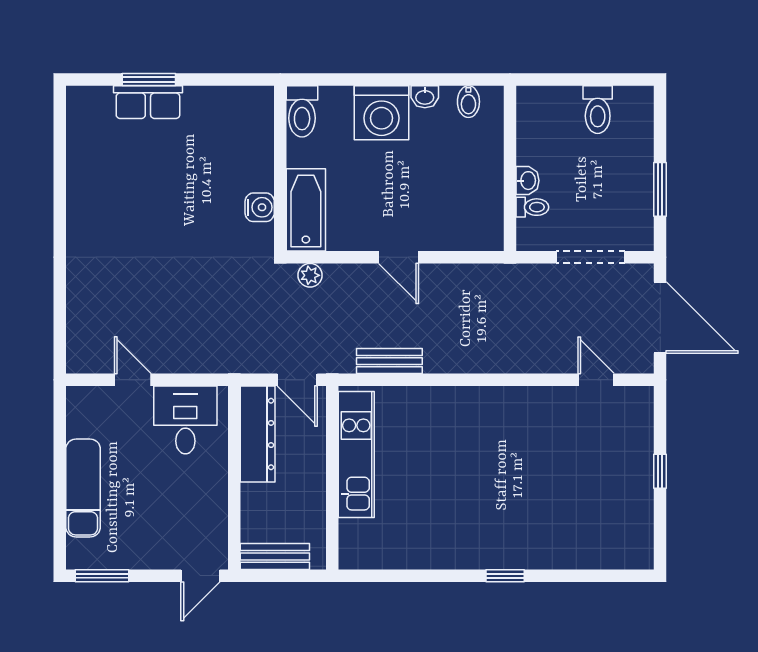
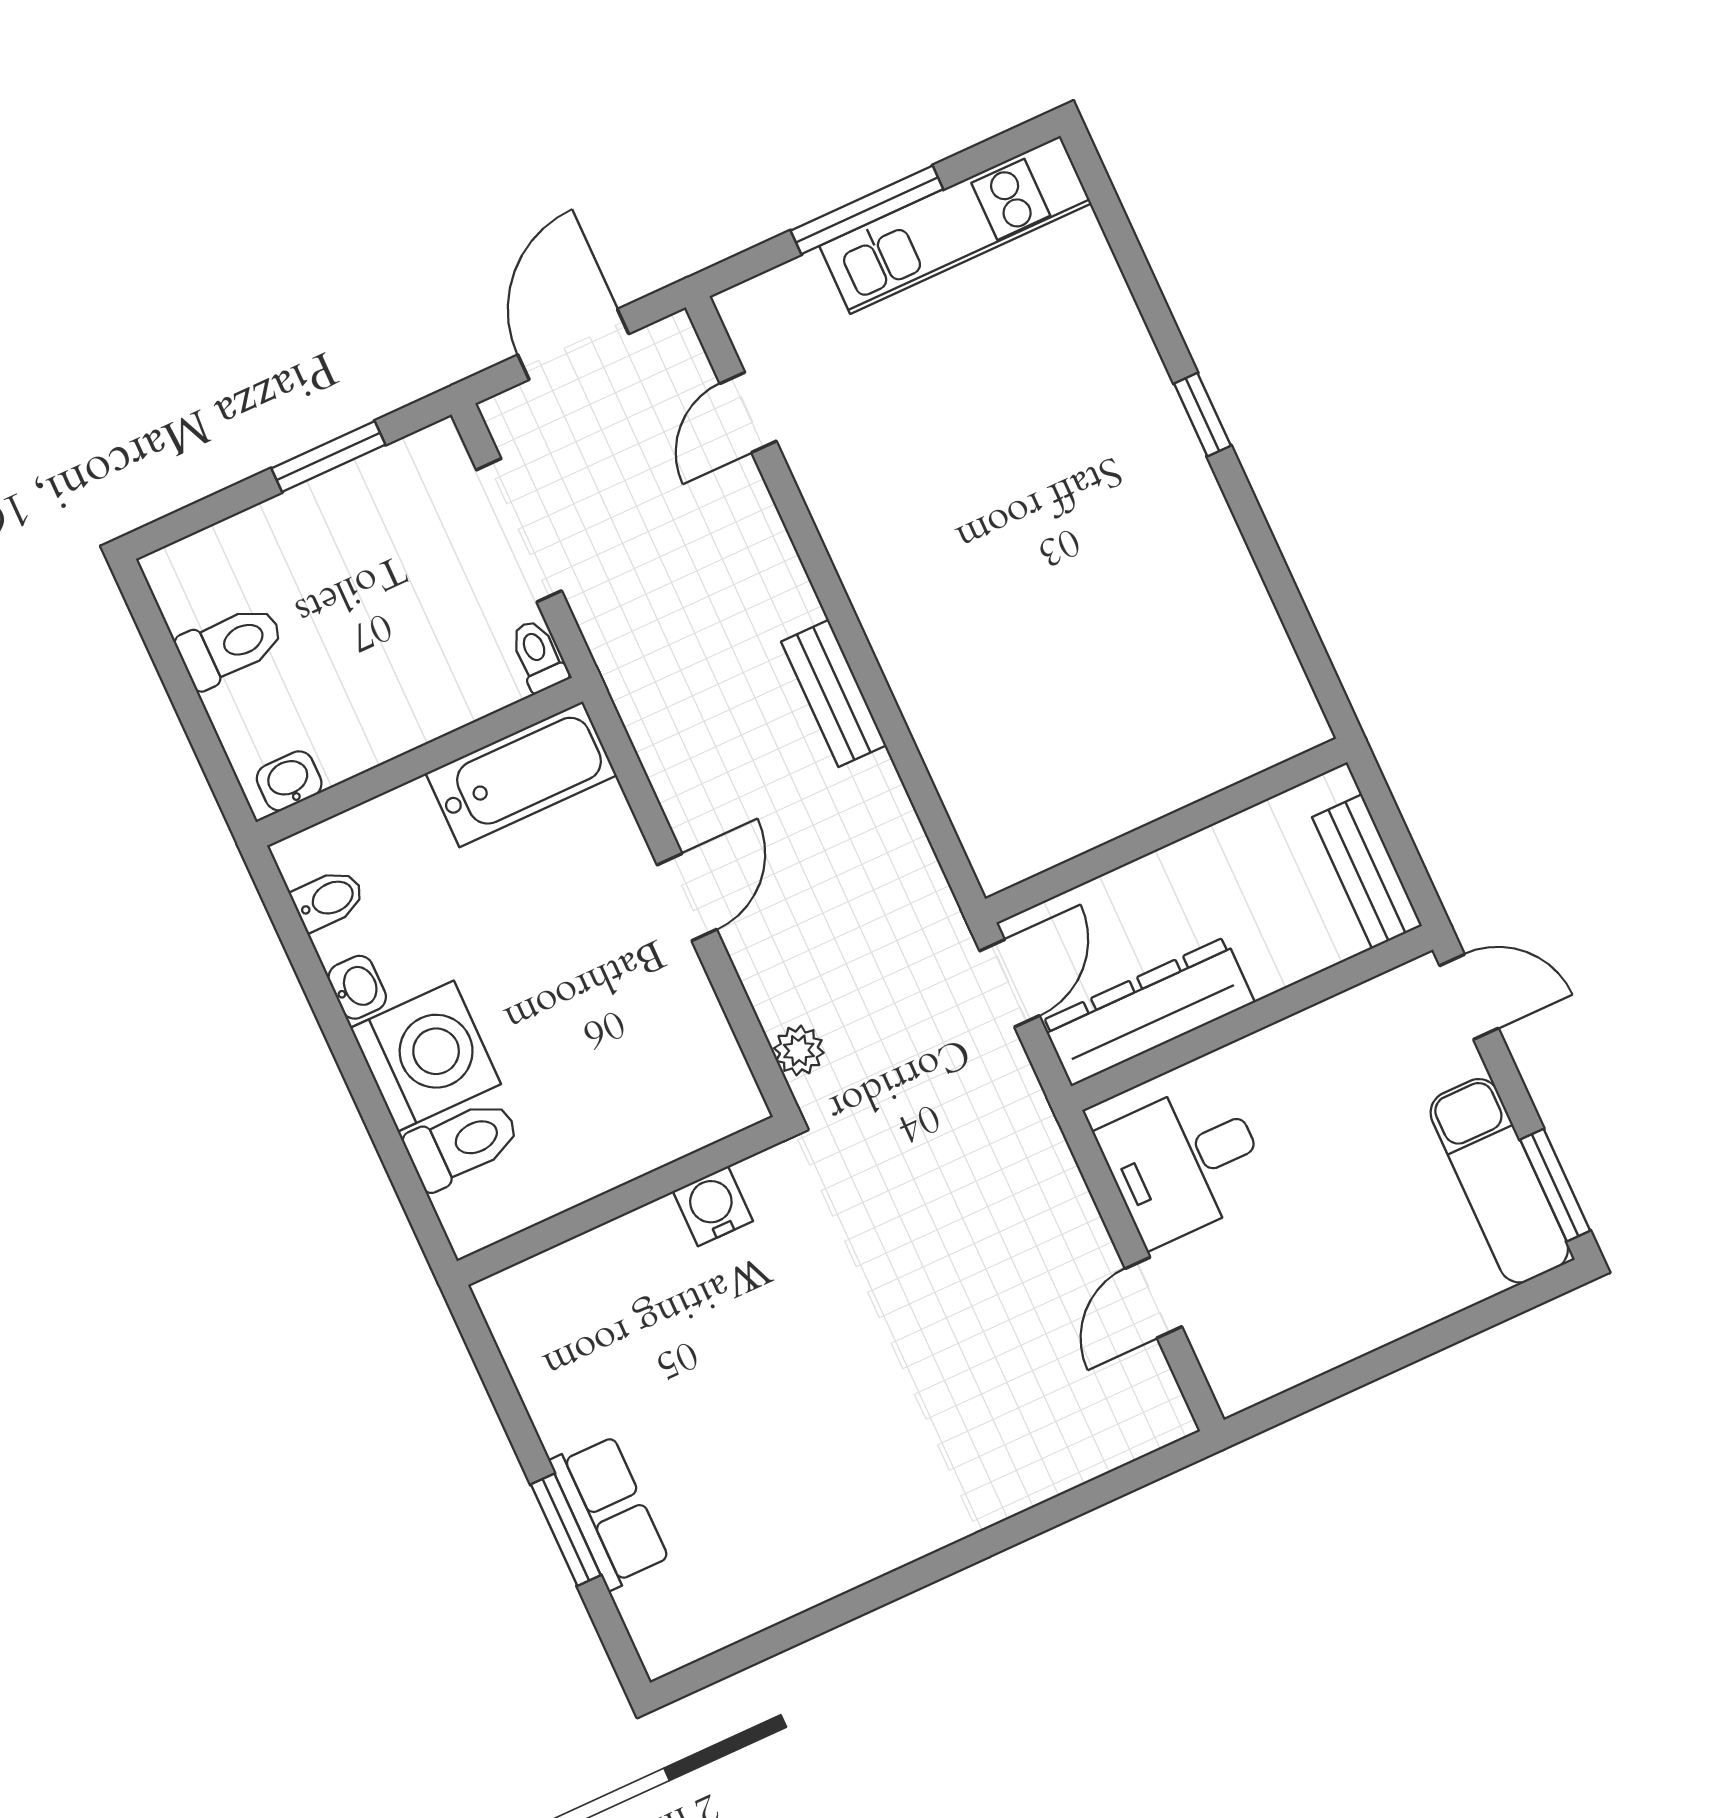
toilet: (302, 111) -> (463, 1144), moved
washbasin: (528, 181) -> (289, 781), moved
toilet: (532, 207) -> (538, 656), moved
bathtub: (306, 210) -> (521, 774), moved, turned 180
door: (660, 318) -> (573, 344), width x0.73
bench: (389, 361) -> (834, 693), moved
kitchen unit: (356, 454) -> (955, 225), moved, turned 180
window: (660, 471) -> (867, 210), width x2.17
exam couch: (83, 488) -> (1499, 1181), moved, turned -90

